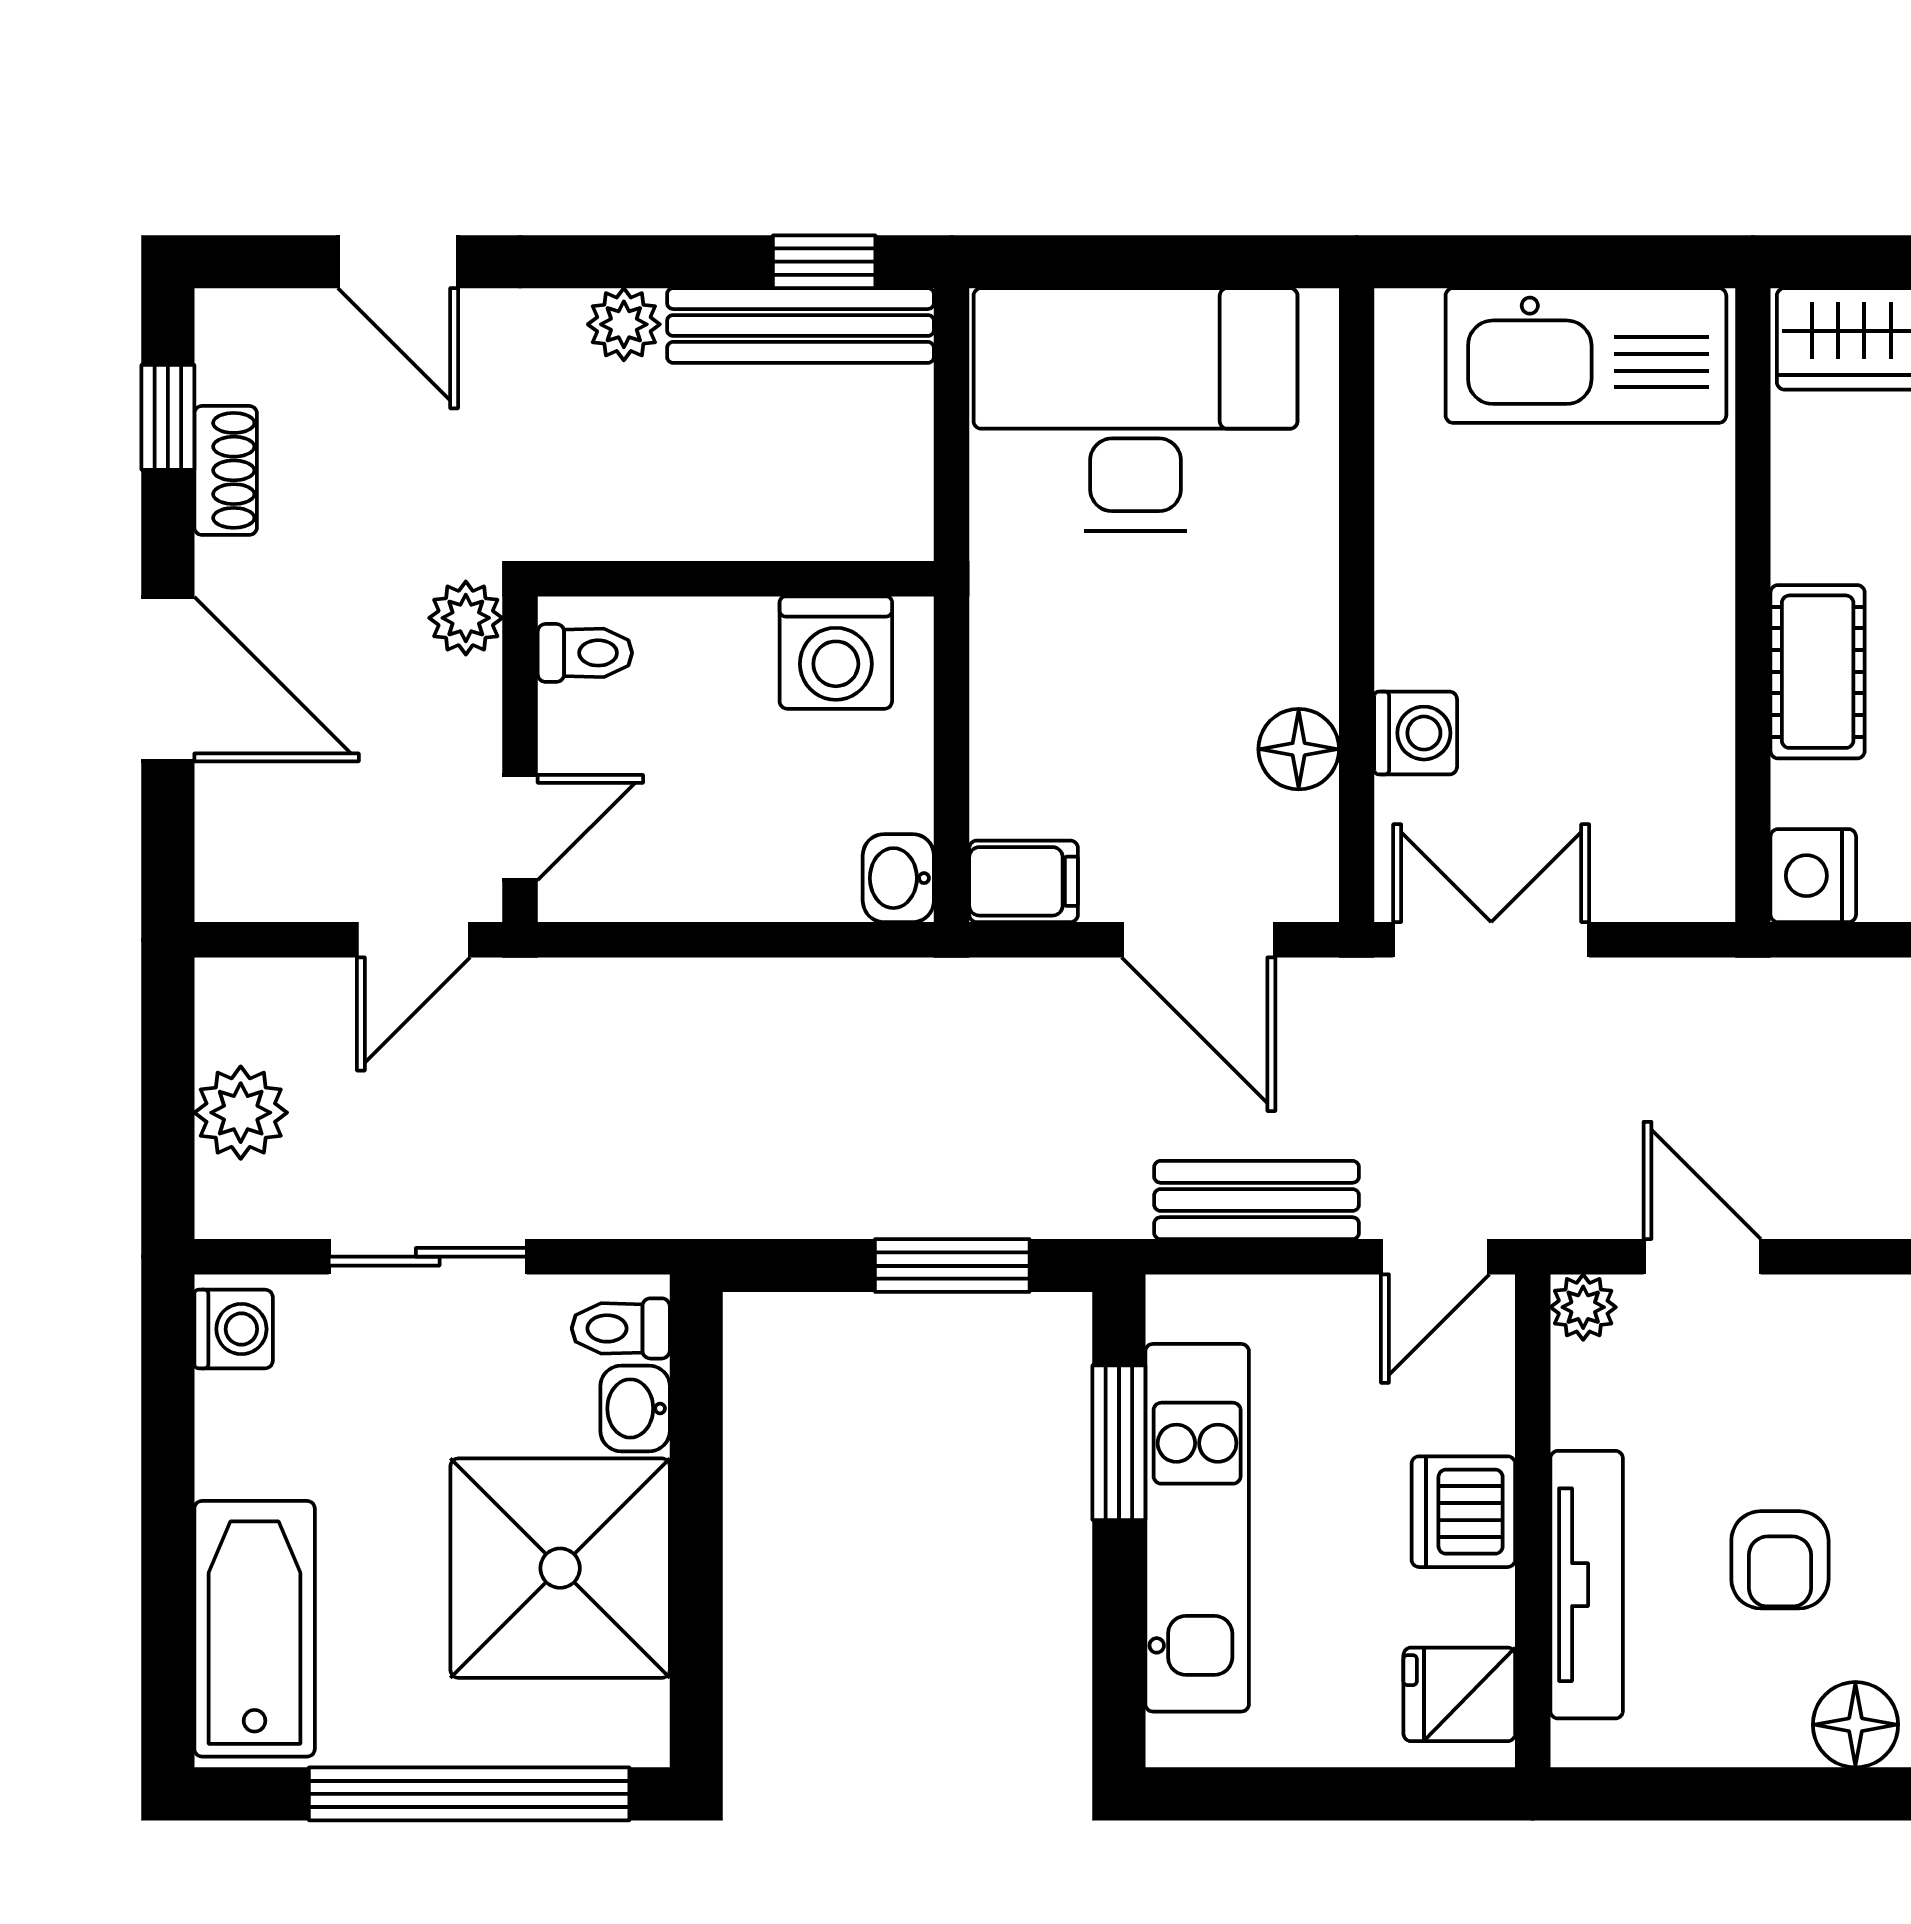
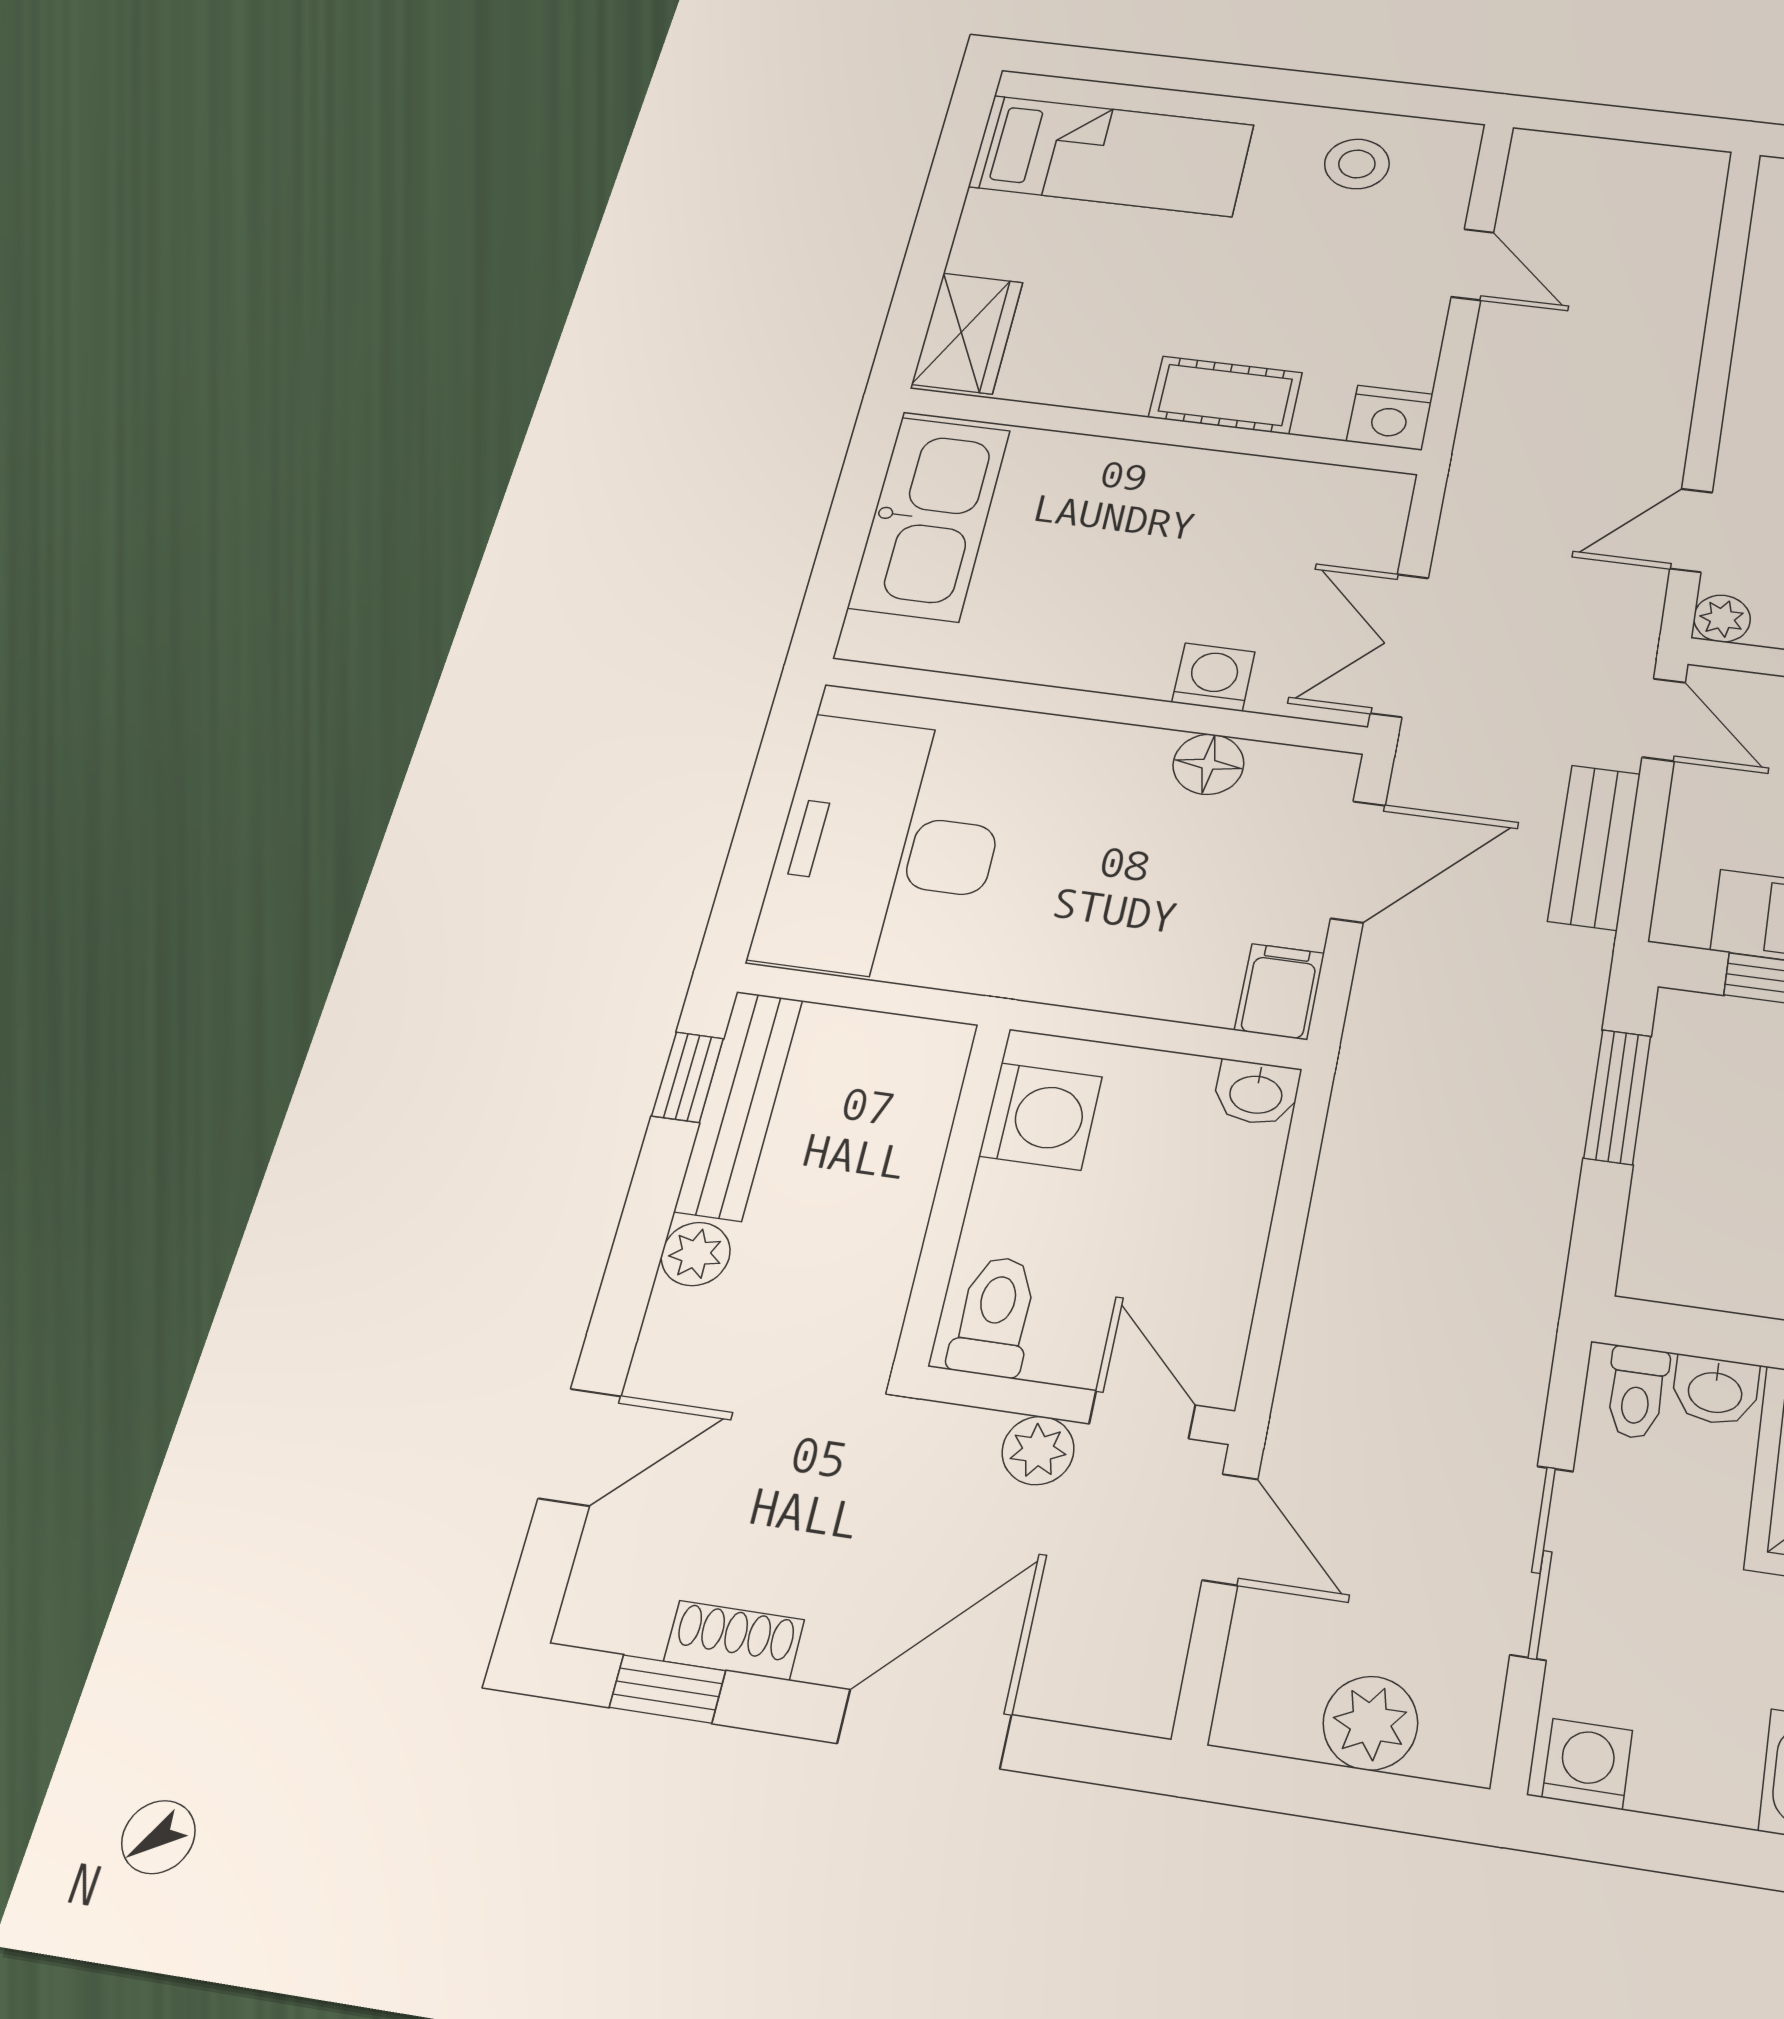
plant: (466, 618) -> (1038, 1451), moved
toilet: (585, 653) -> (994, 1316), width x1.37, depth x1.39

